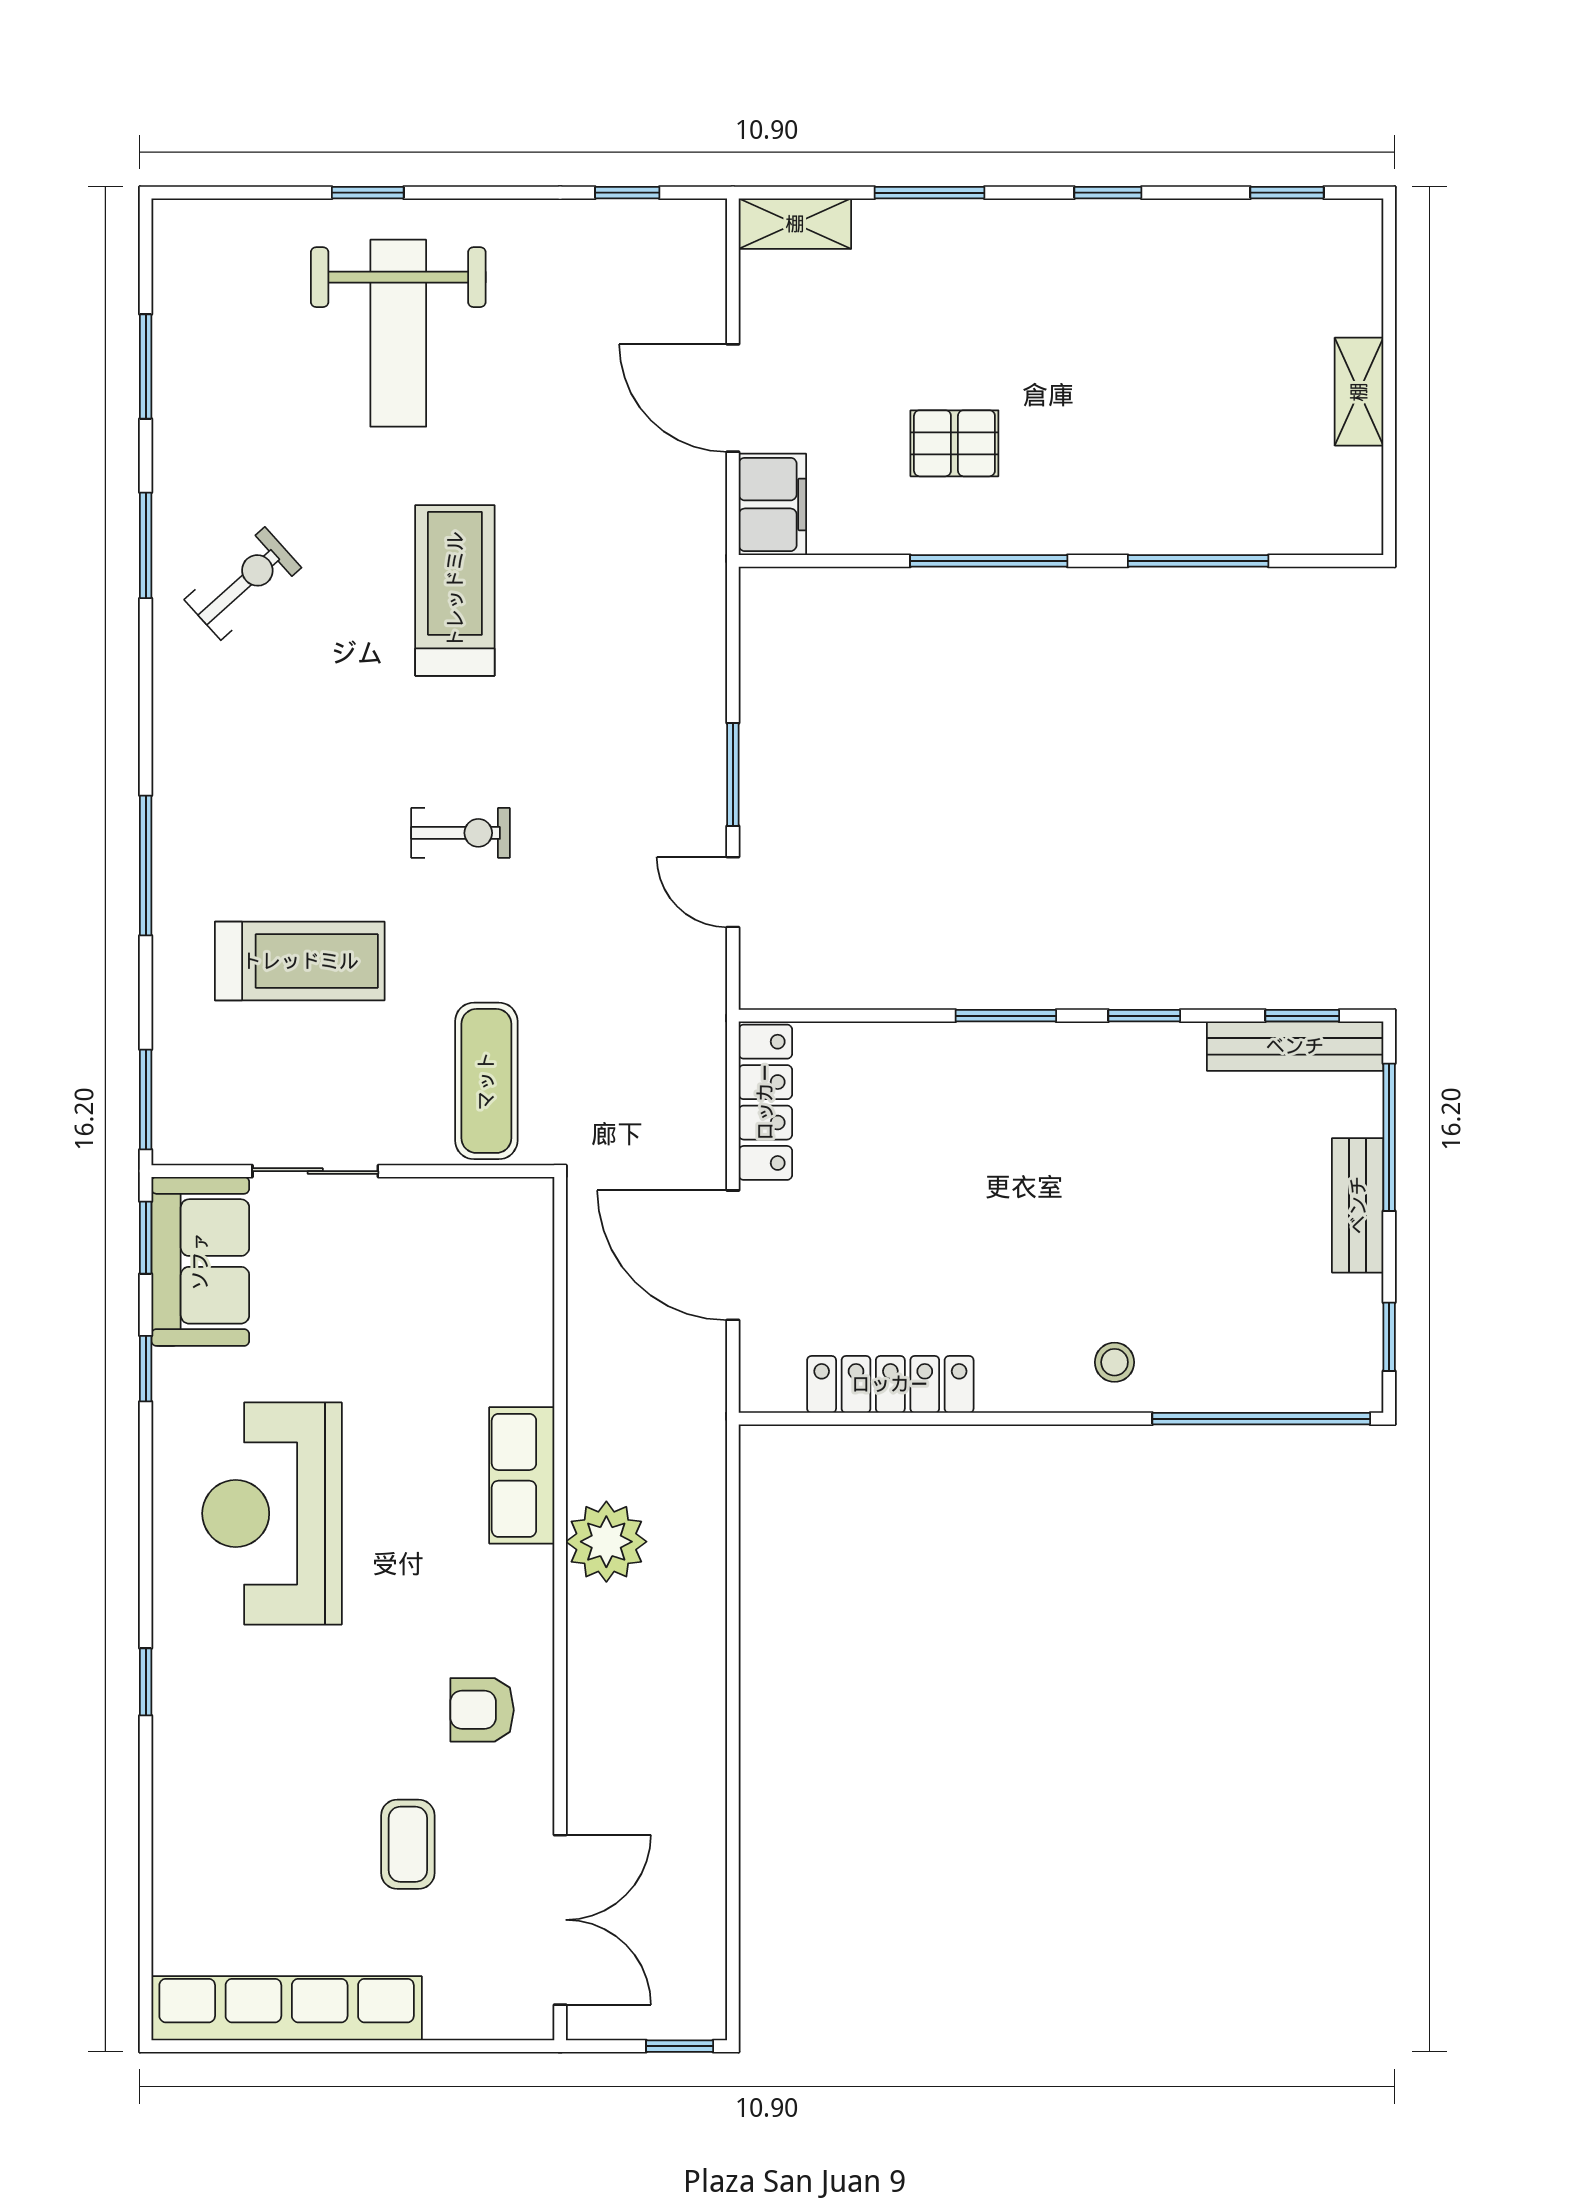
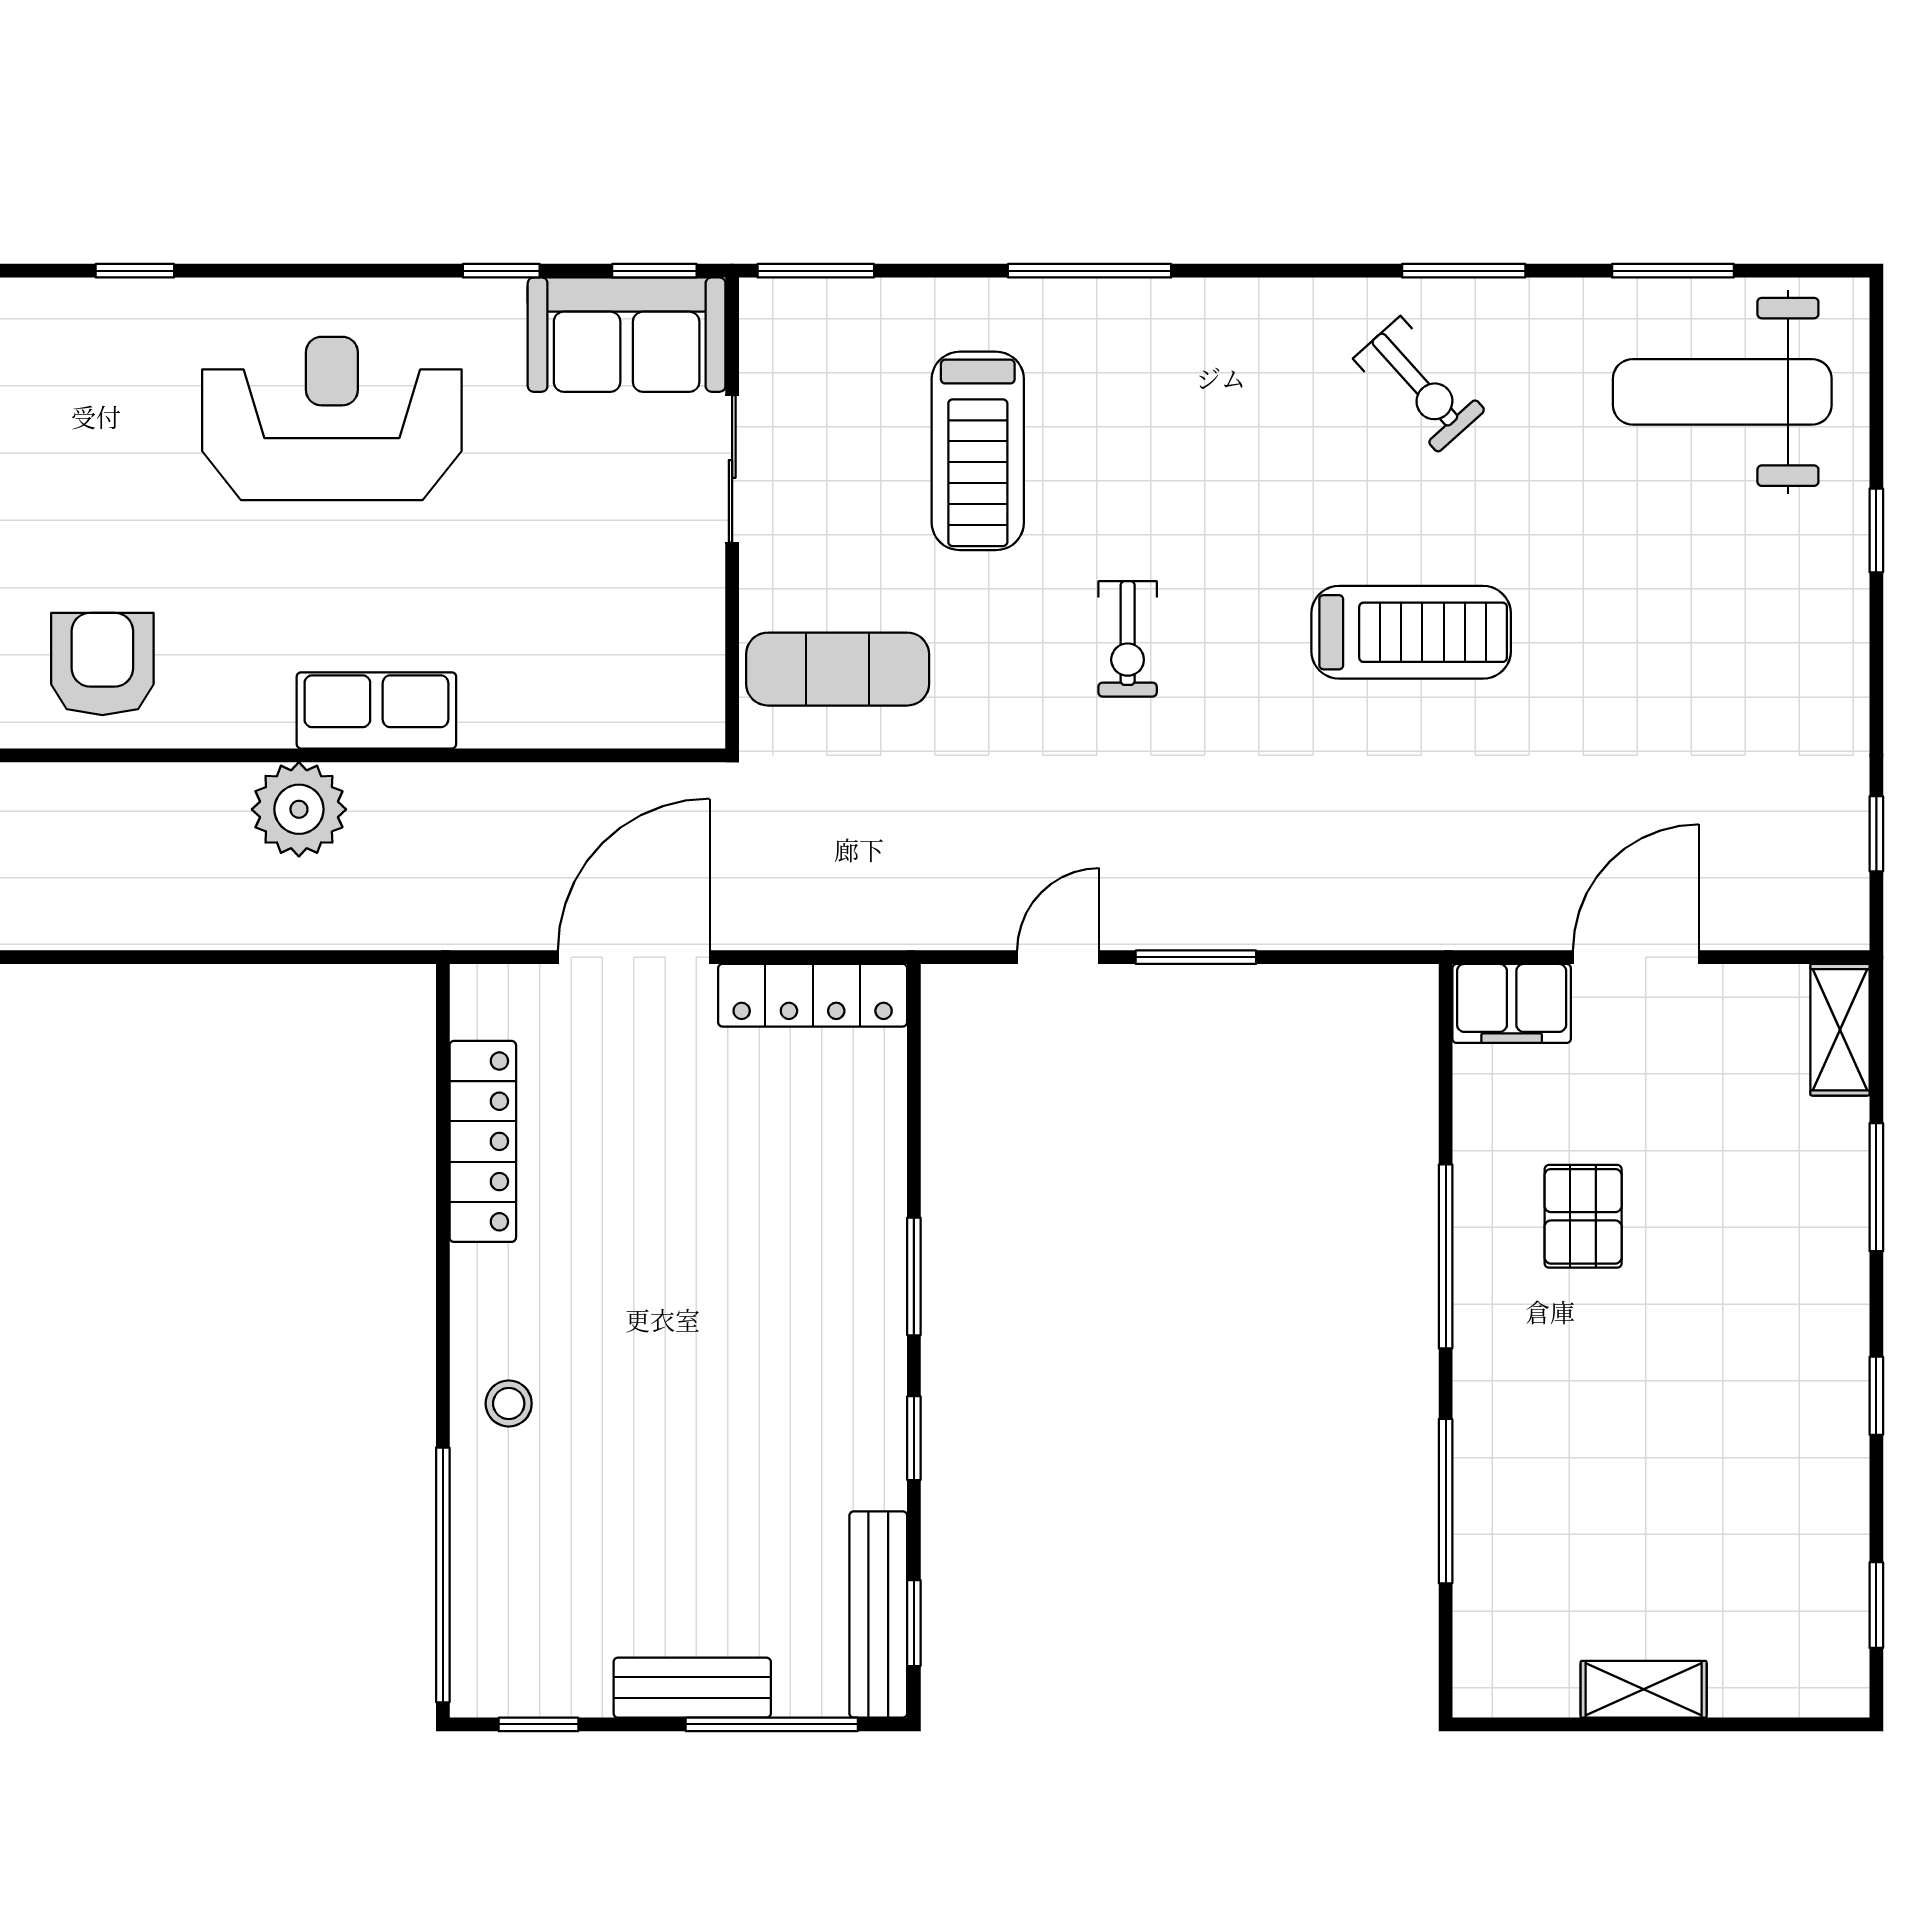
weight bench: (398, 333) -> (1722, 392), moved
armchair: (482, 1710) -> (102, 664), width x1.38, depth x1.38

